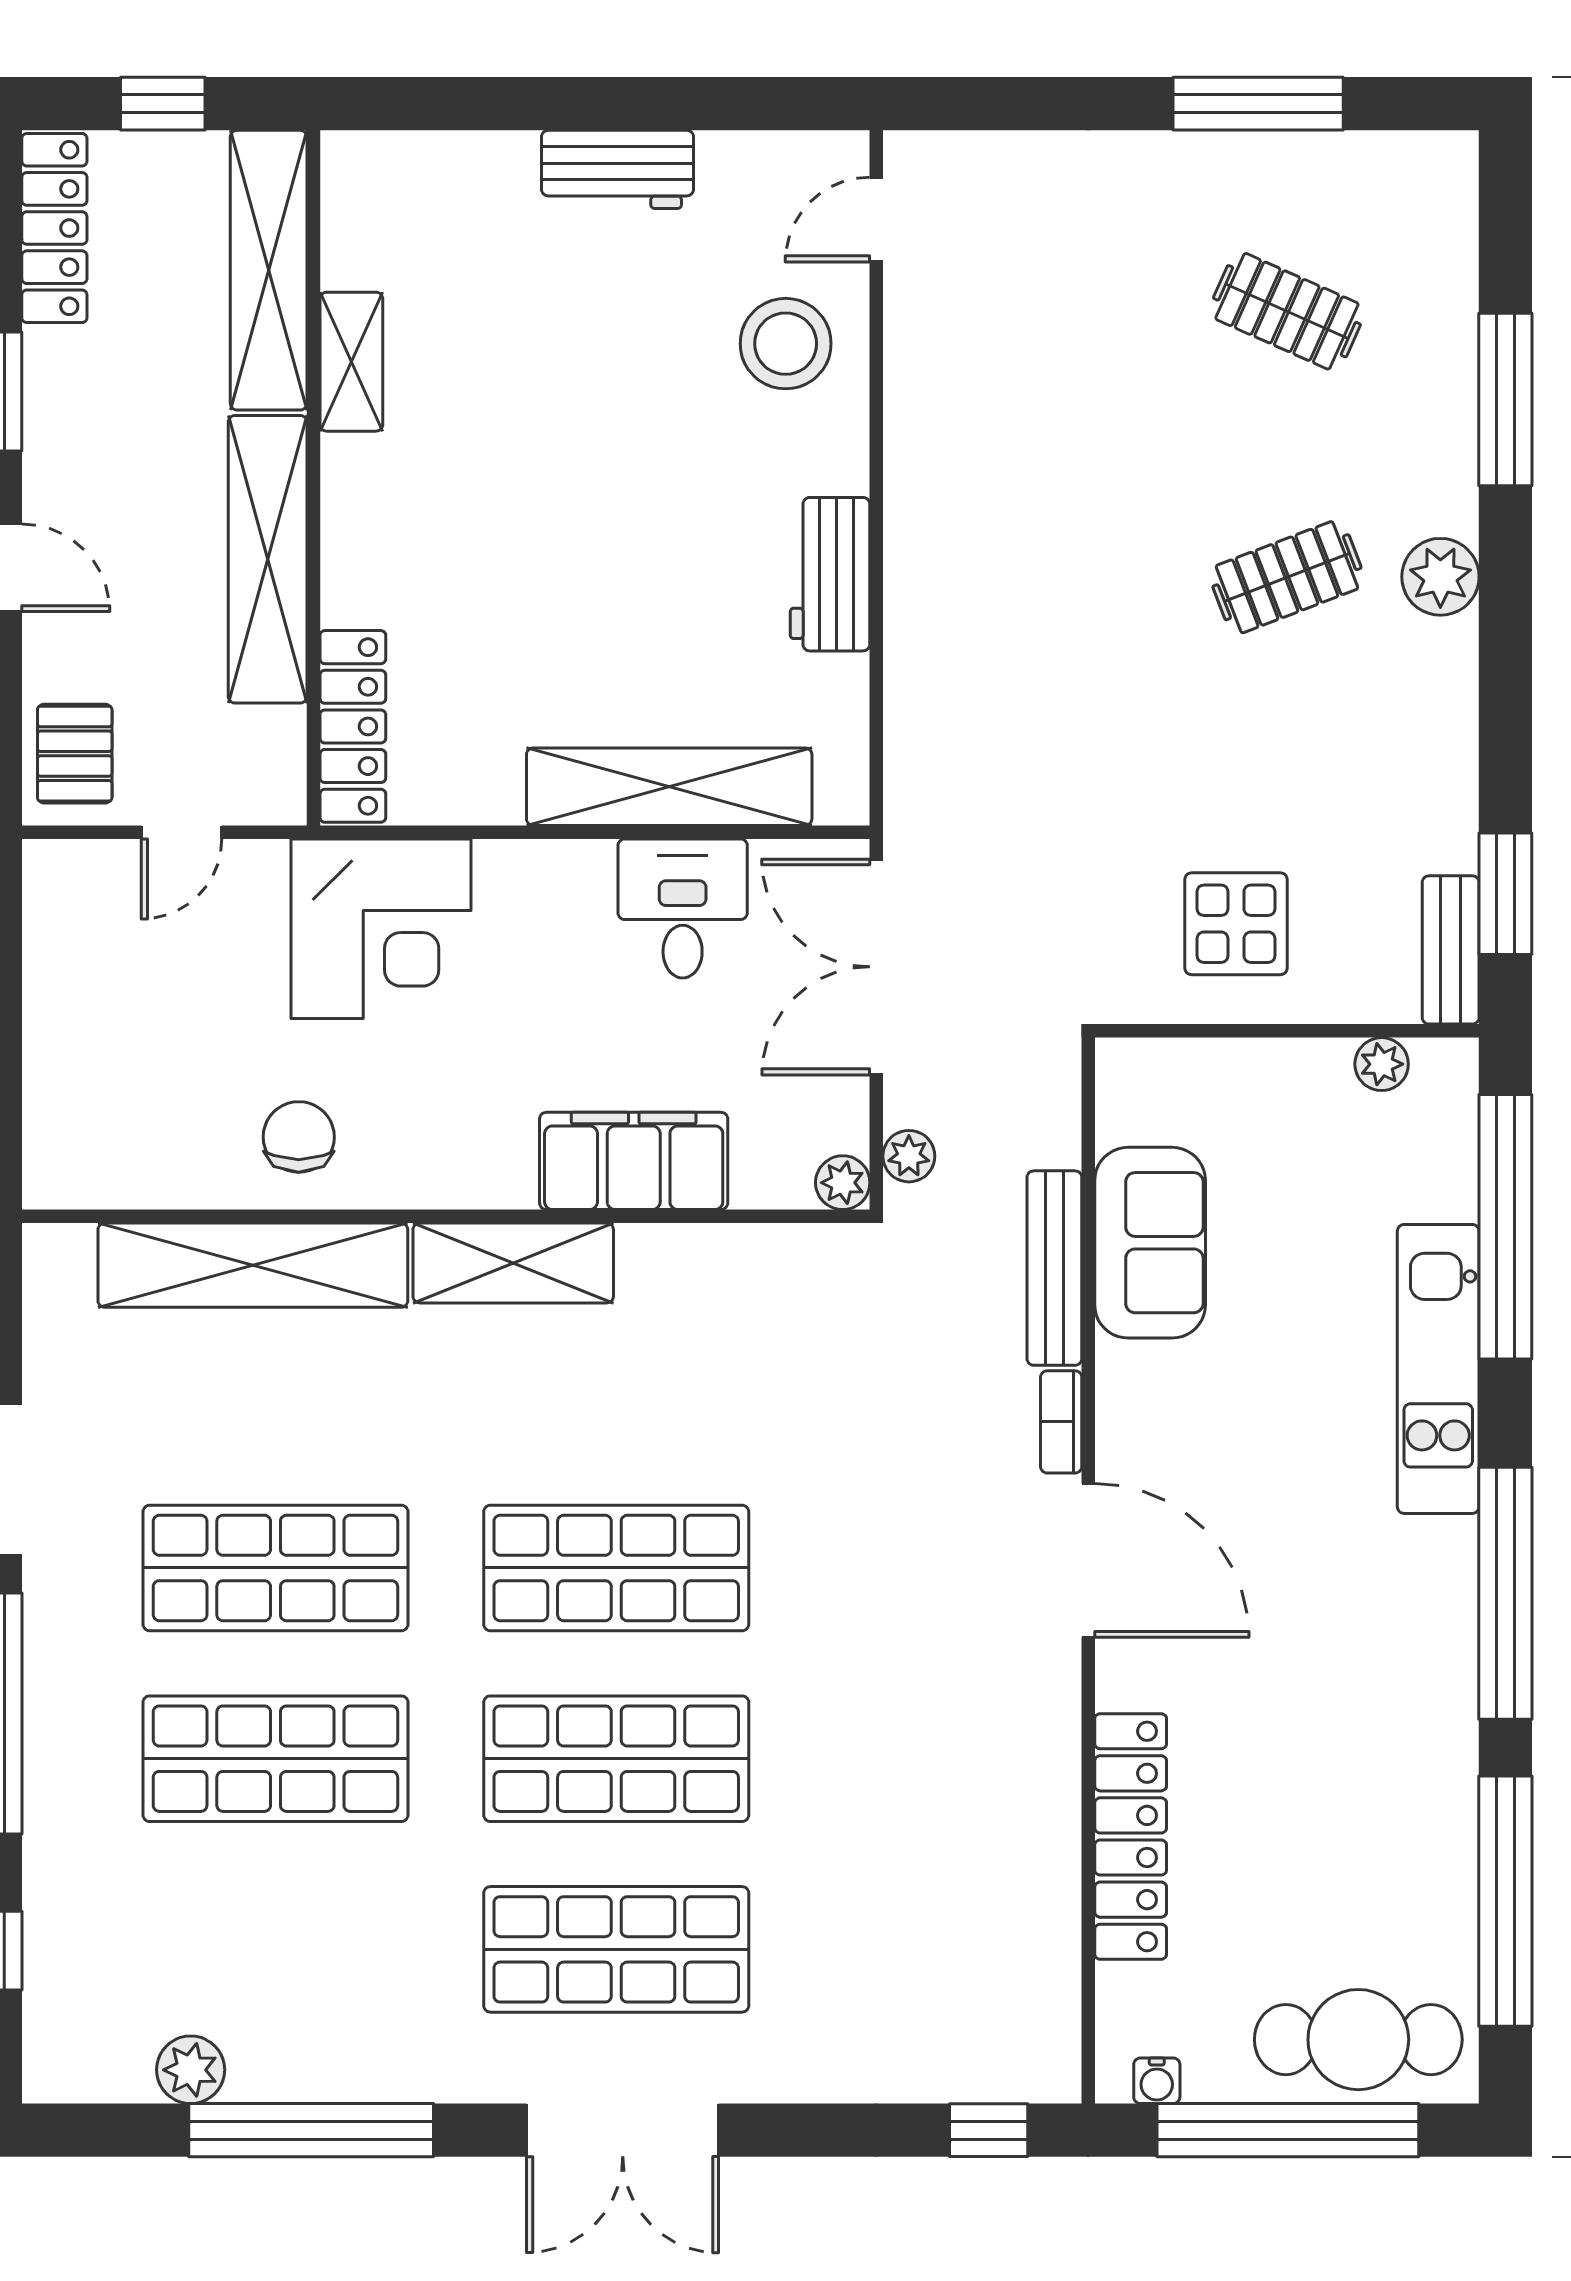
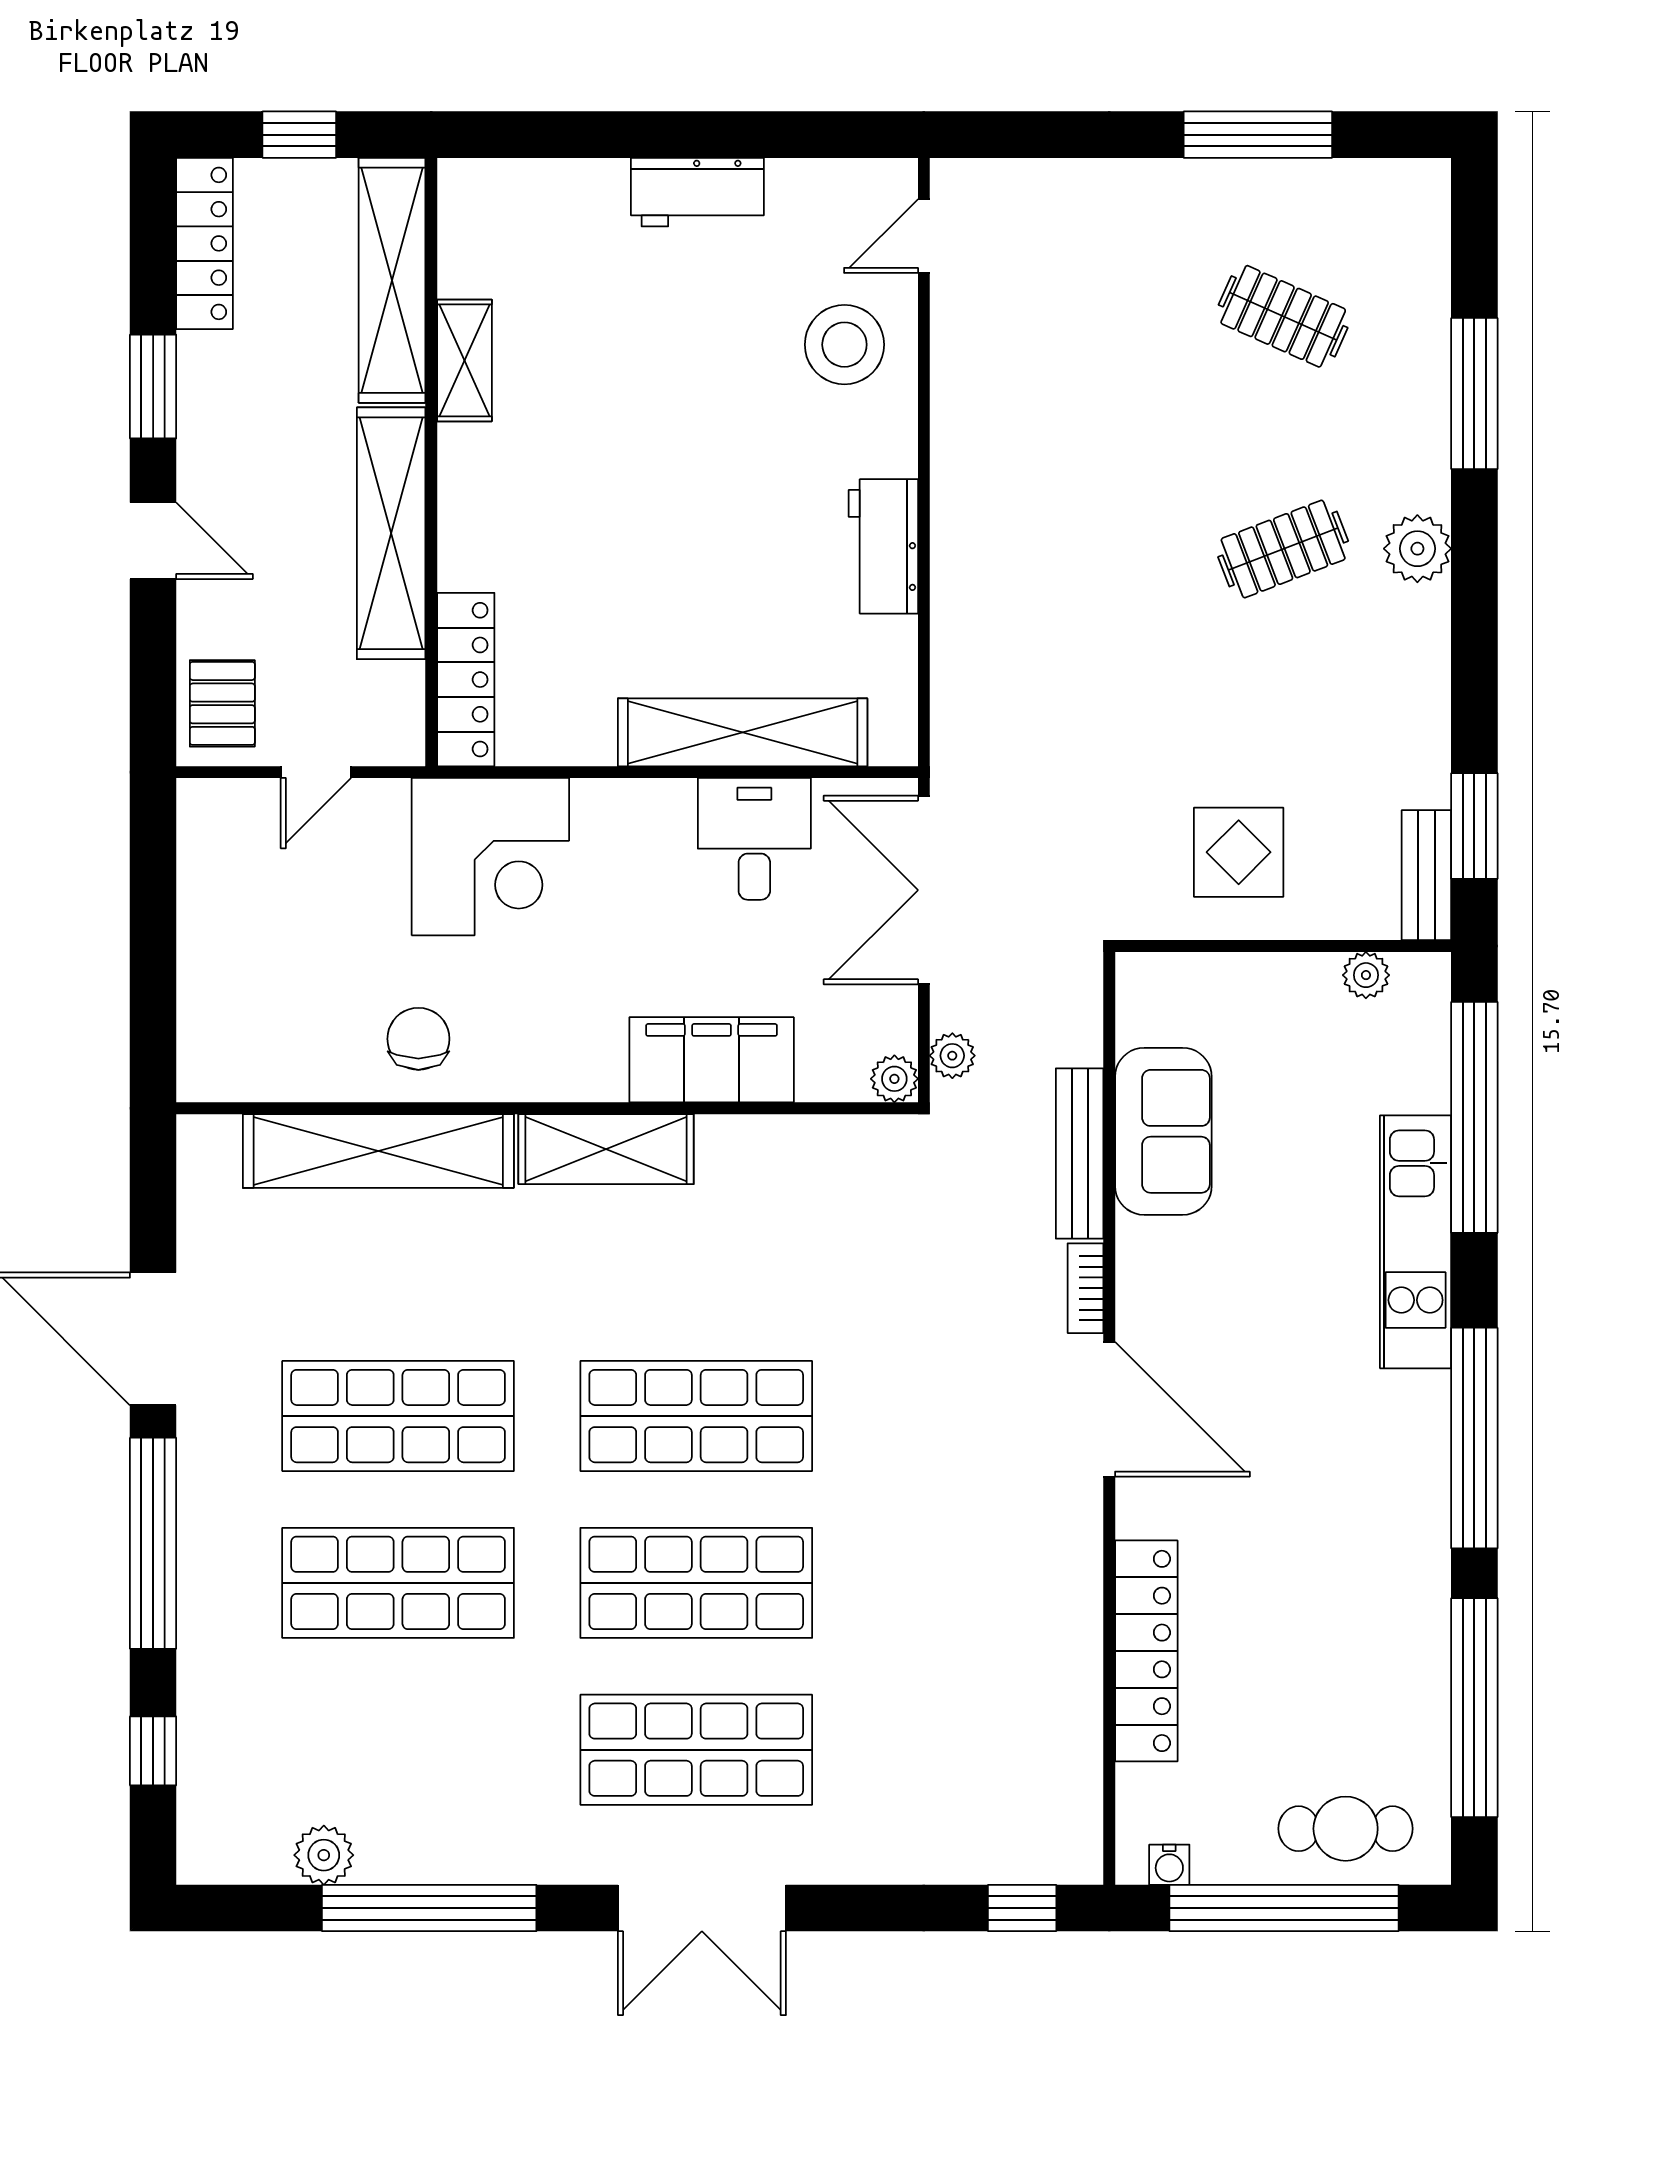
cafe table: (1358, 2040) -> (1346, 1829), width x0.73, depth x0.74

